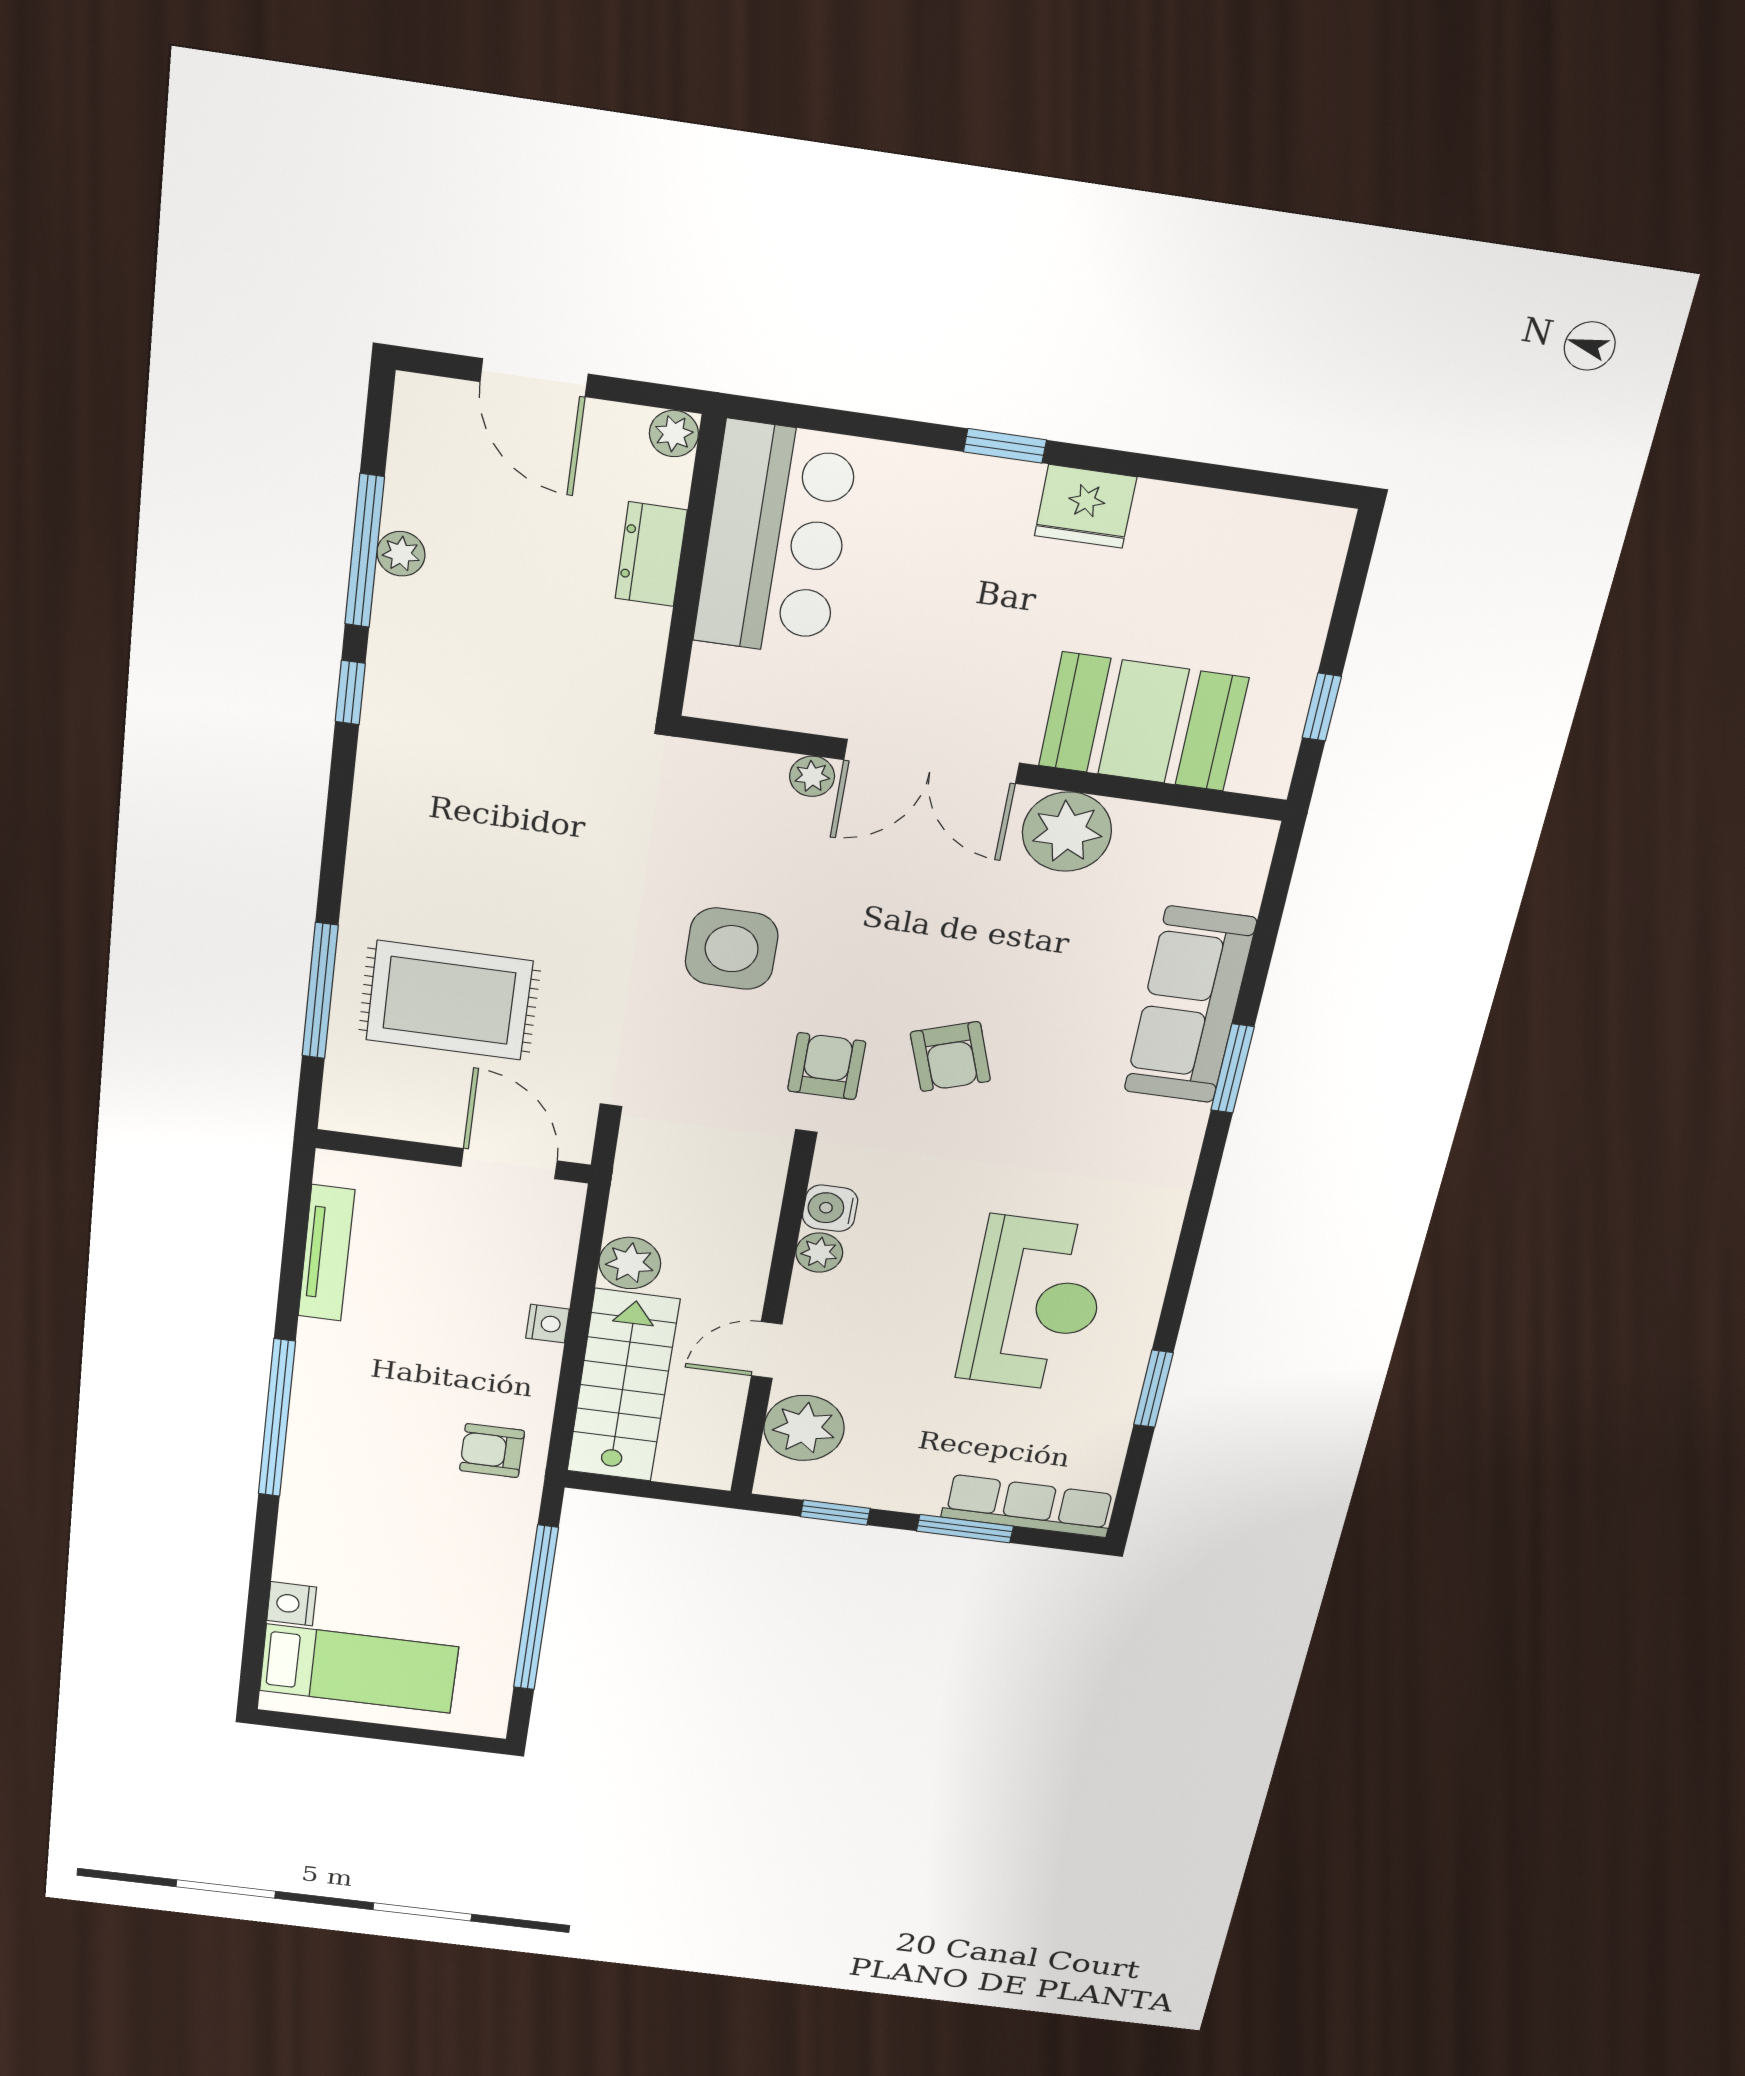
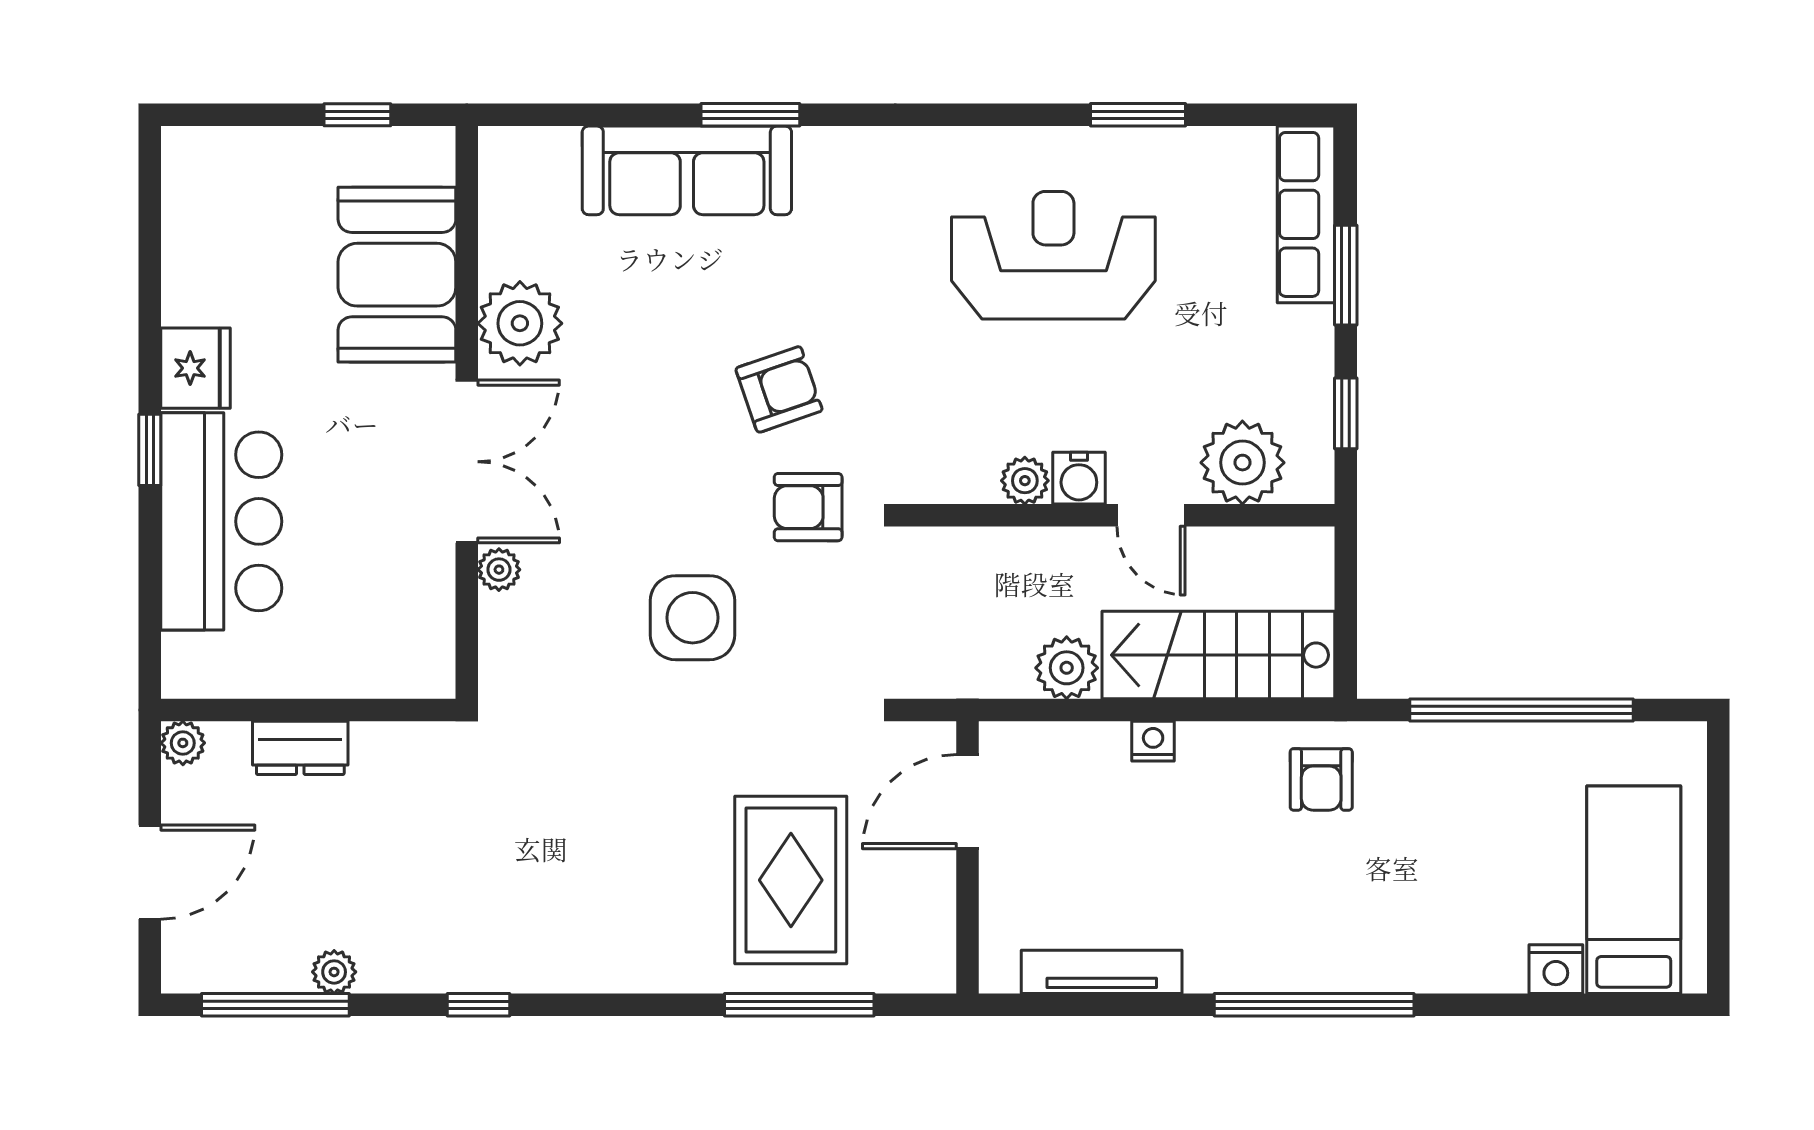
bar counter: (776, 540) -> (221, 521), moved, turned 90
window: (365, 551) -> (275, 1005), moved
water cooler: (830, 1208) -> (1079, 478), moved

